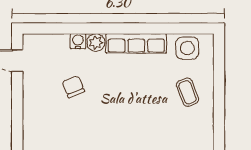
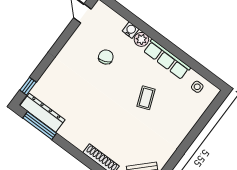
side table: (187, 48) -> (197, 87), width x0.54, depth x0.54
coffee table: (187, 92) -> (146, 98), moved

